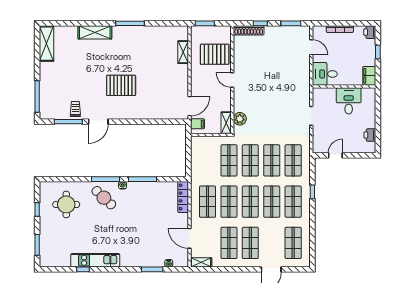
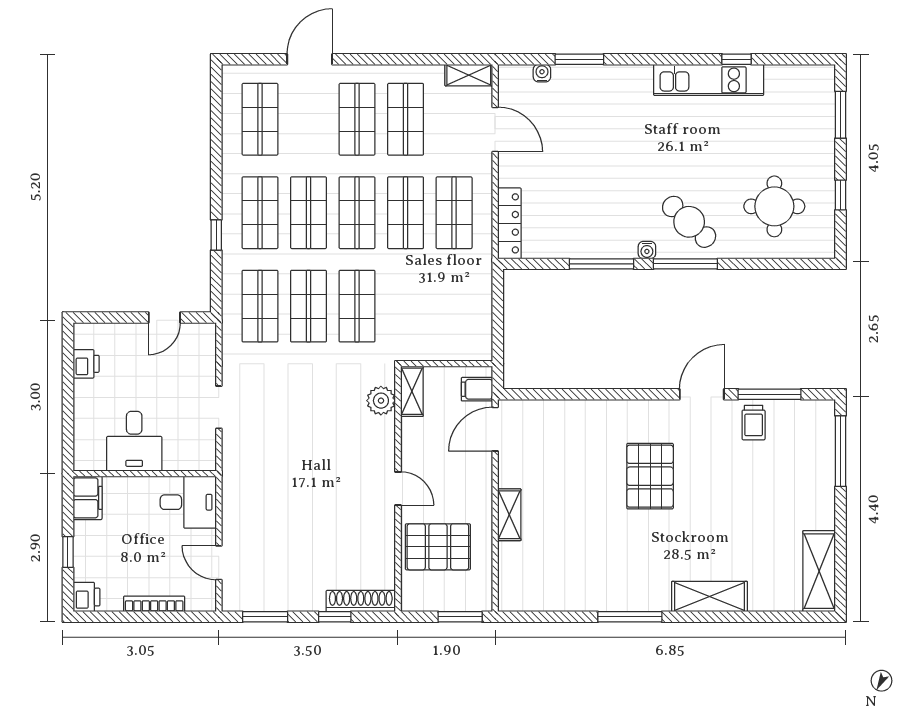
shelving: (183, 52) -> (509, 515), moved
pallet: (121, 85) -> (650, 476), turned 90
shop shelf: (229, 160) -> (406, 306), removed

